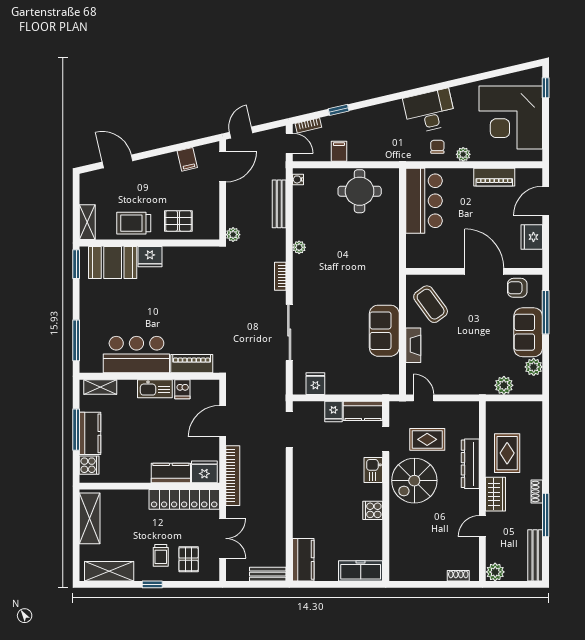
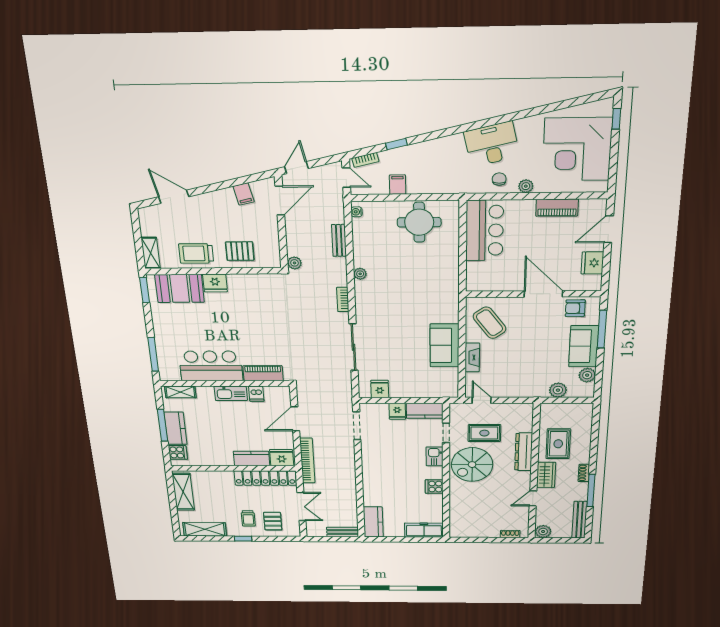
bench: (279, 204) -> (339, 240), width x0.73

